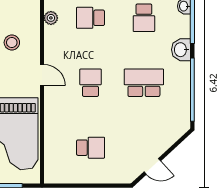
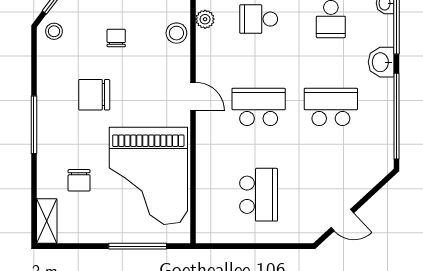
stool: (12, 43) -> (176, 33), moved
school desk: (91, 83) -> (259, 107), width x1.85
school desk: (91, 148) -> (259, 195), width x1.85

